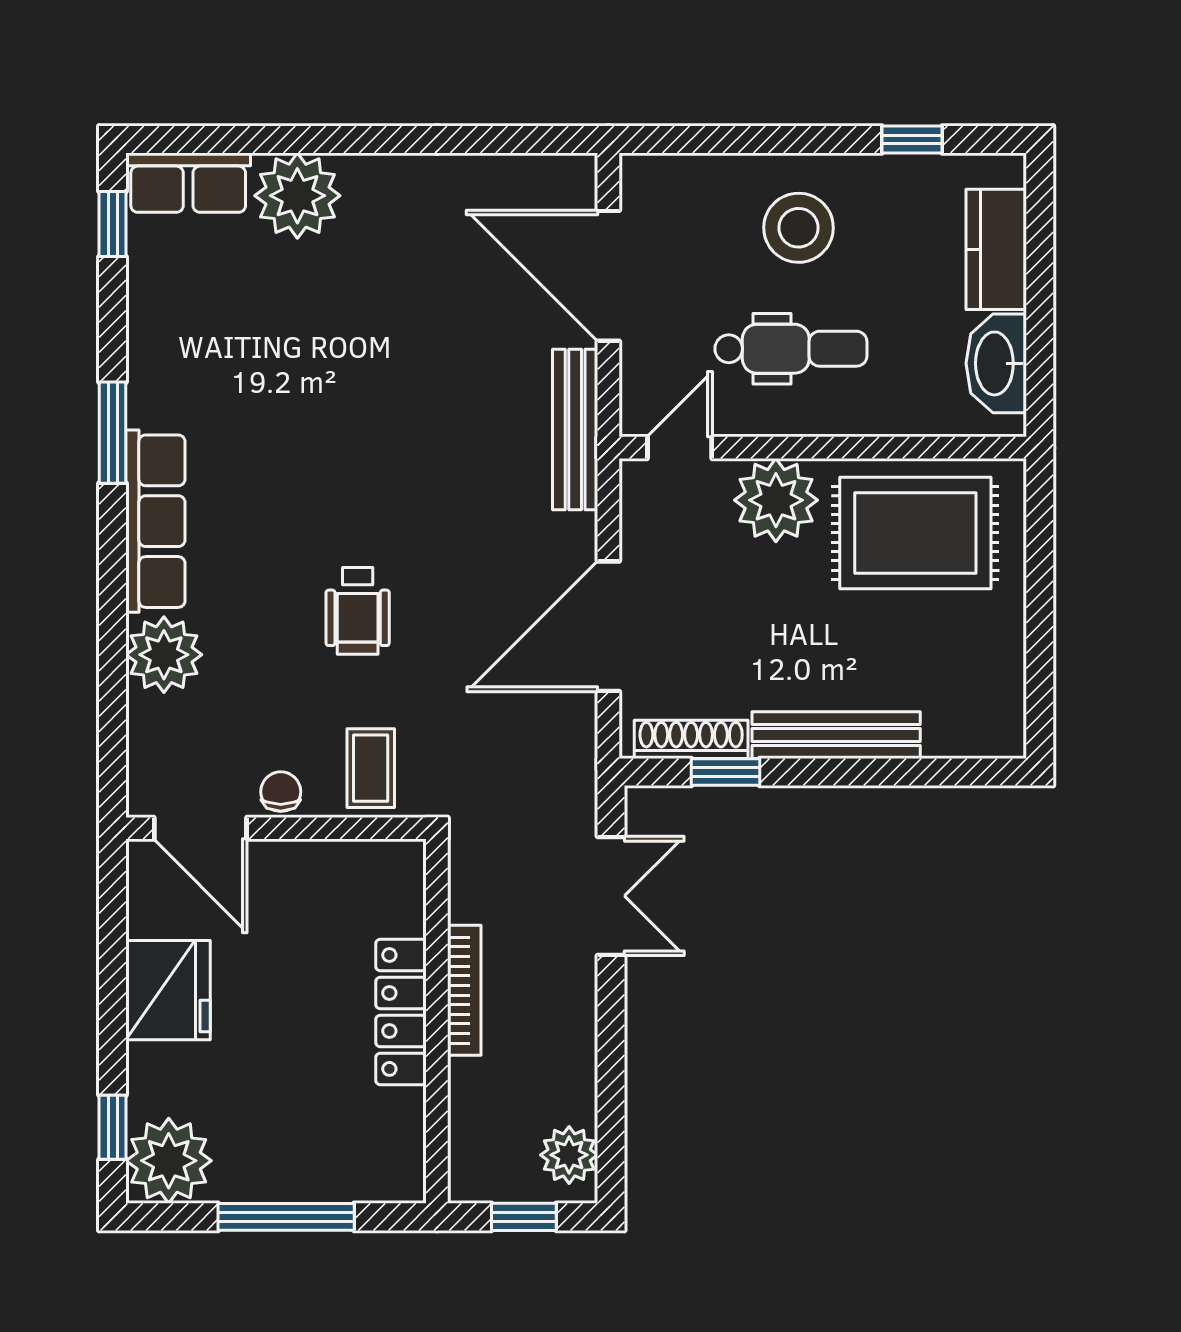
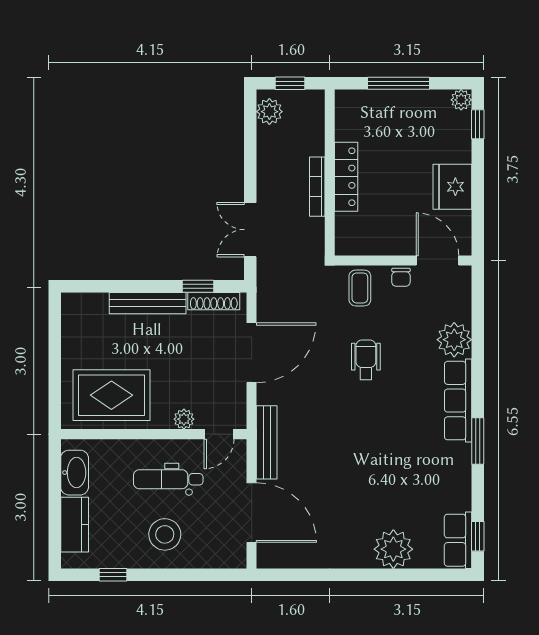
row of seats: (188, 183) -> (458, 540), moved, turned -90
plant: (776, 500) -> (184, 419), width x0.53, depth x0.53
plant: (169, 1161) -> (461, 100), width x0.53, depth x0.53

